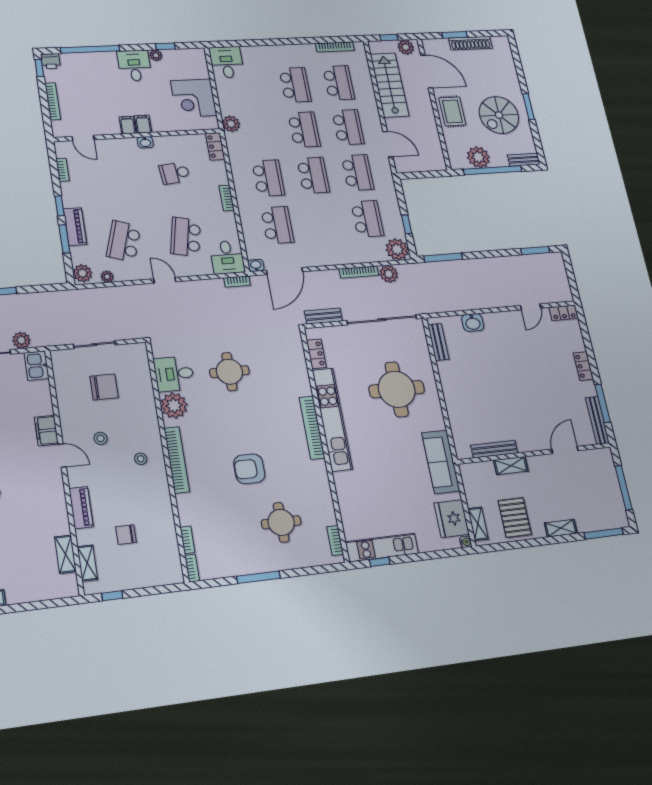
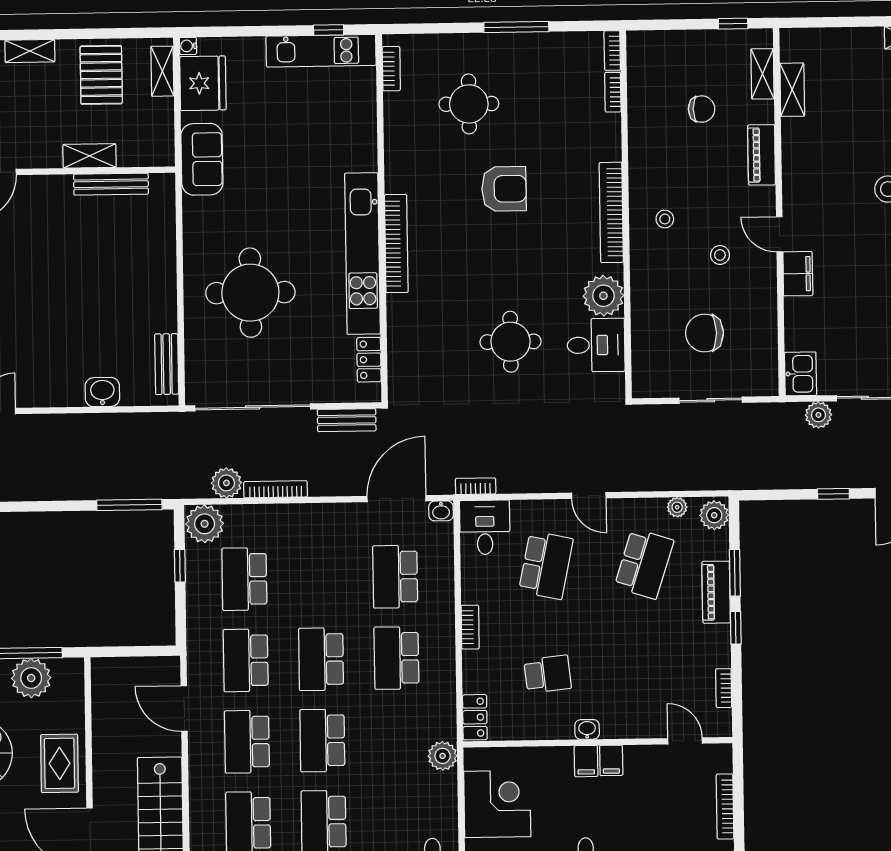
sofa: (441, 462) -> (202, 159), width x0.73

